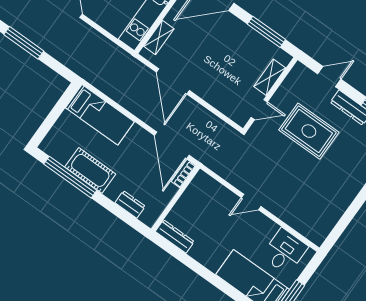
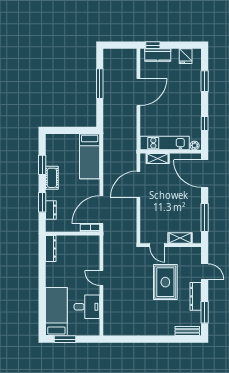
cot: (90, 170) -> (52, 178), width x0.73, depth x0.75
window: (70, 177) -> (42, 165), width x0.47
window: (114, 208) -> (42, 202), added
desk: (285, 251) -> (87, 307), moved

